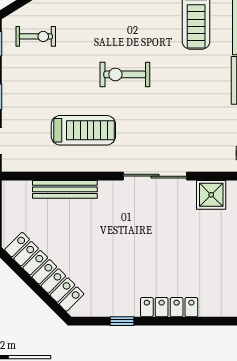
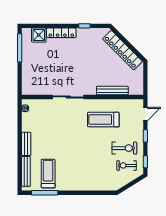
exercise bike: (125, 74) -> (124, 148), moved
shower: (211, 195) -> (39, 35), moved

